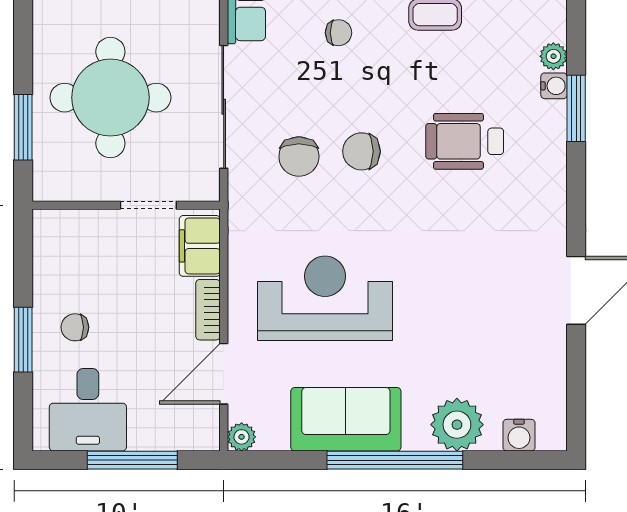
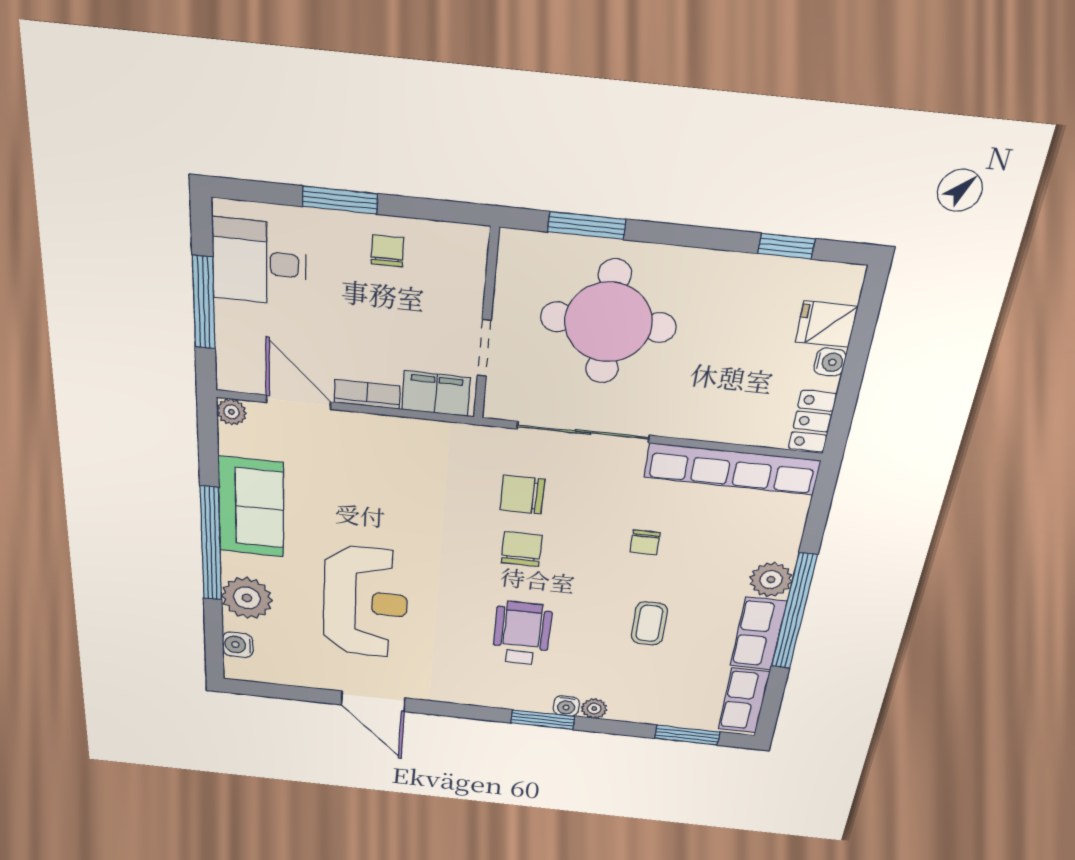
reception desk: (325, 298) -> (365, 602), moved
chair: (75, 327) -> (387, 251), moved

